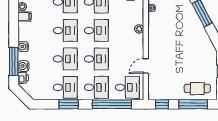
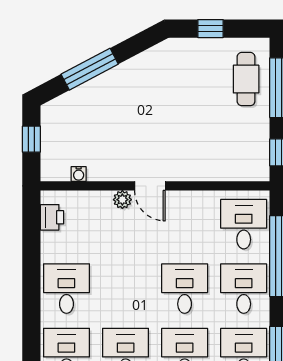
desk: (96, 30) -> (126, 289), removed
door: (146, 66) -> (150, 186), moved

